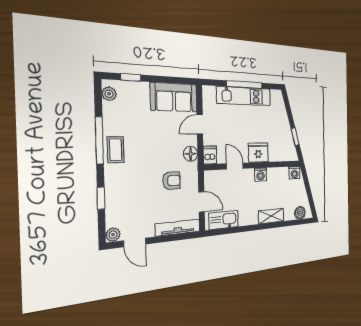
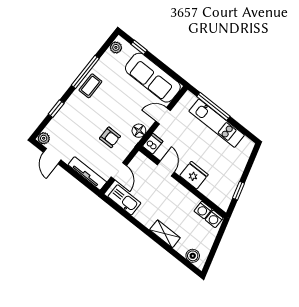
window: (245, 85) -> (213, 106), moved
sofa: (174, 97) -> (153, 78), width x1.36
washing machine: (261, 175) -> (203, 210), moved

